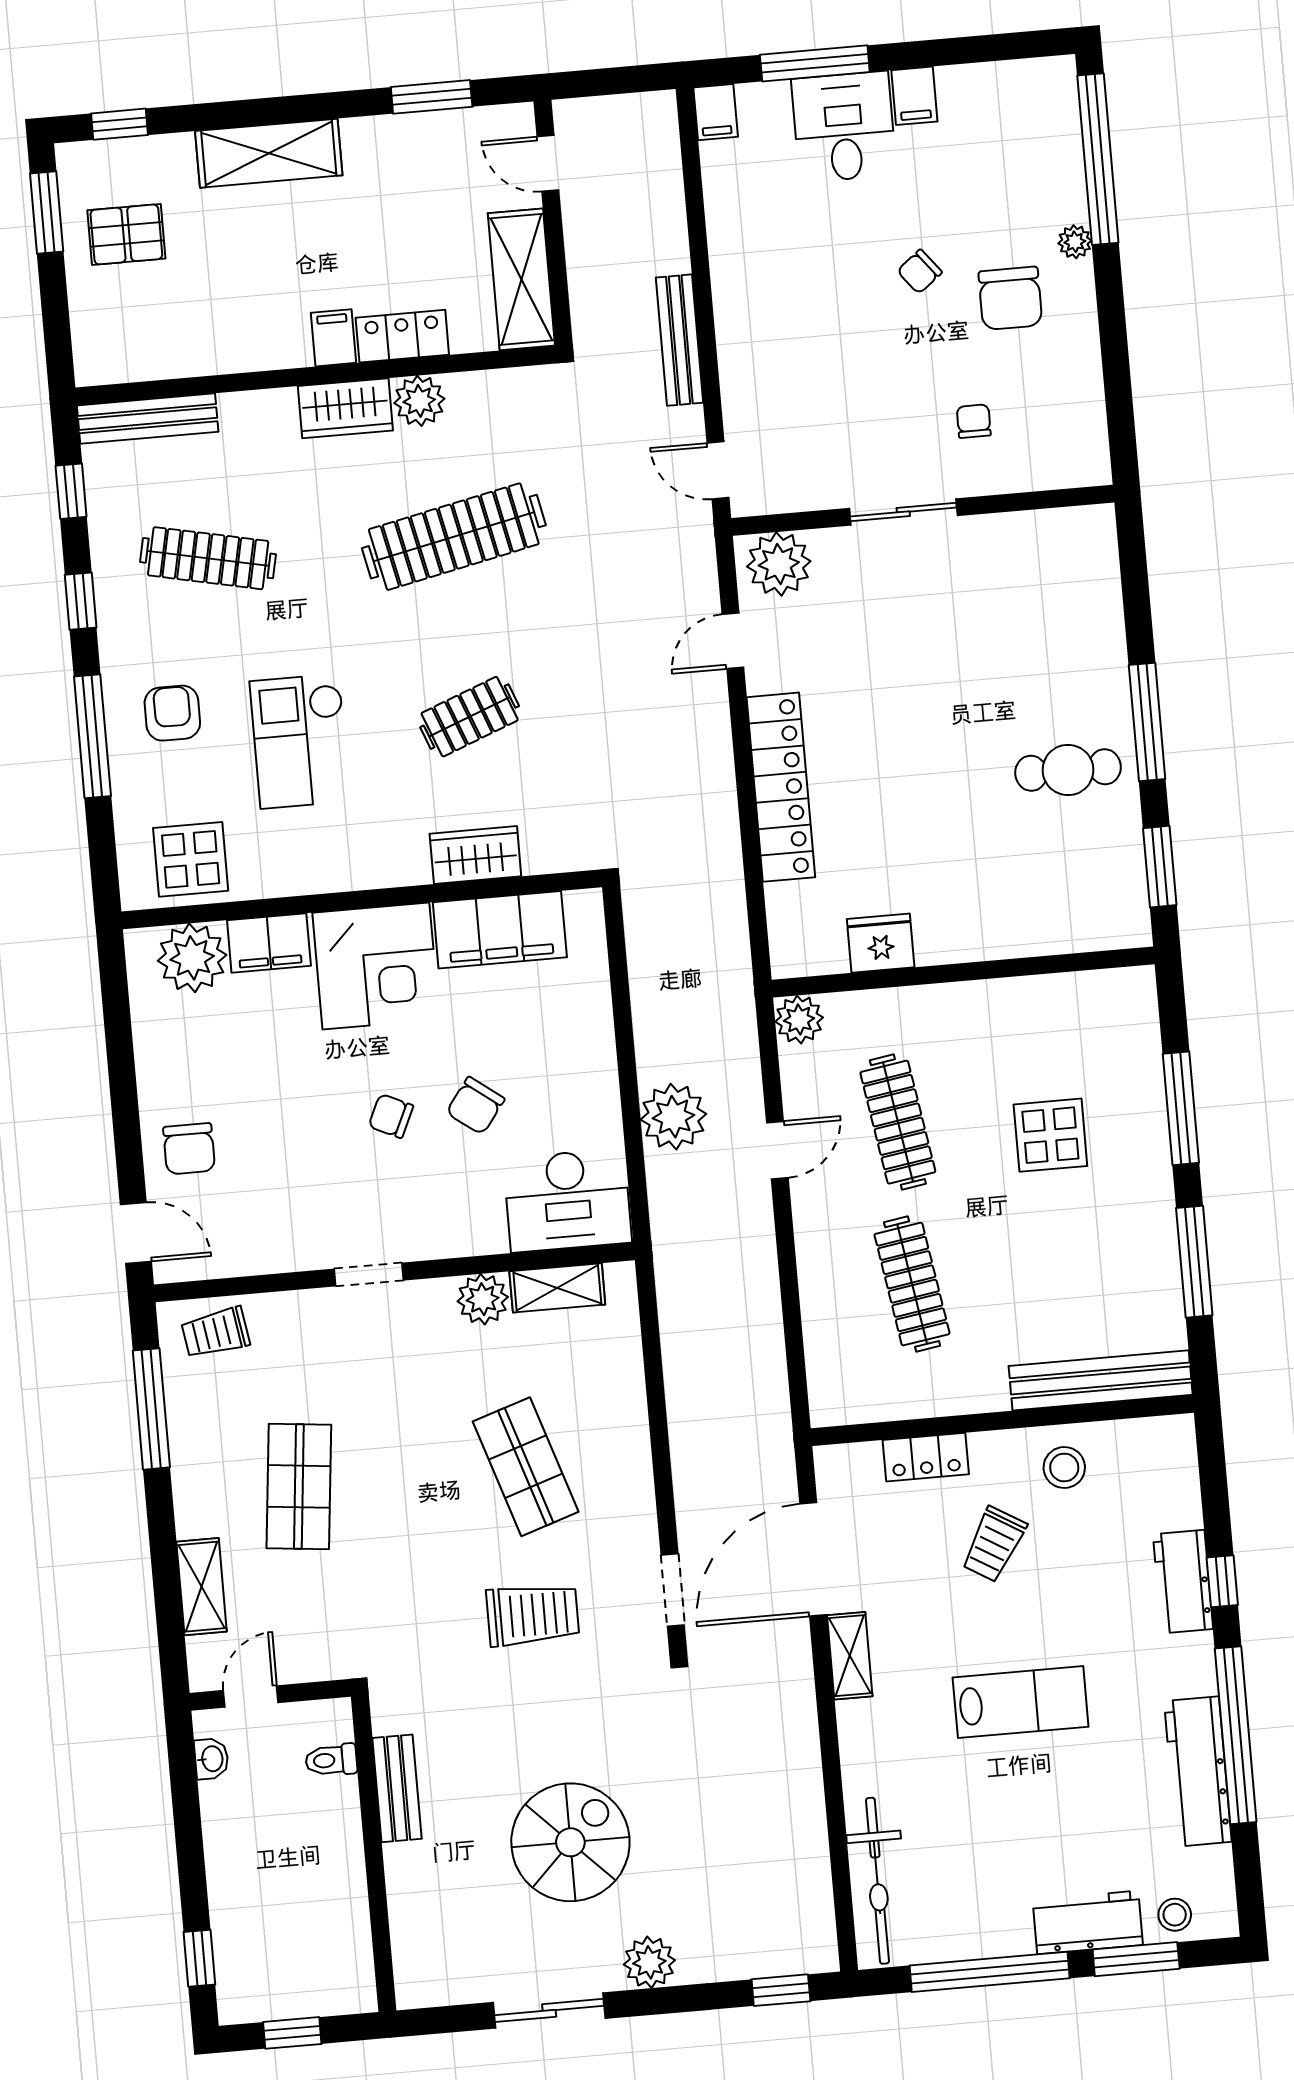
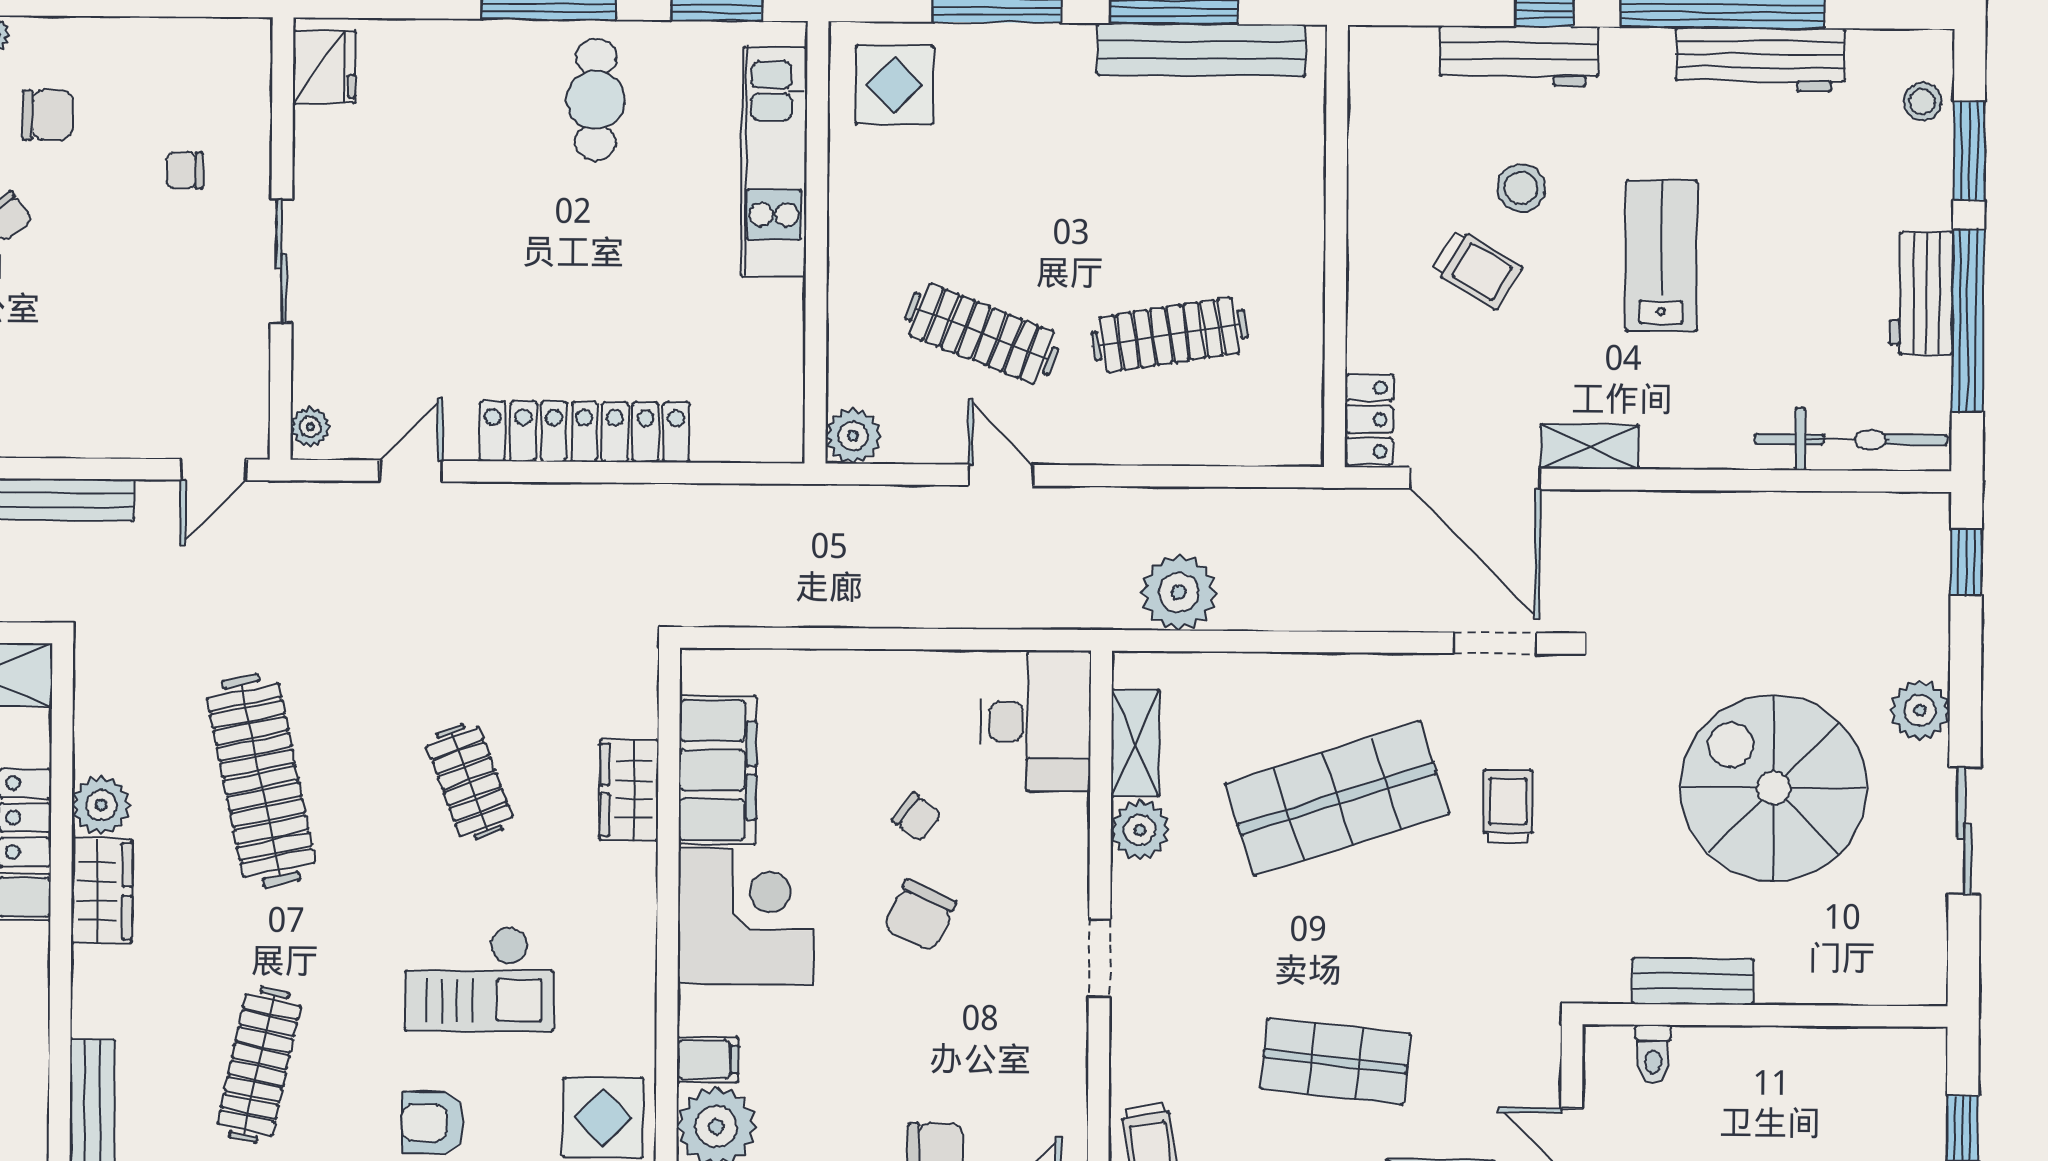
chair: (1010, 298) -> (48, 115), width x0.73, depth x0.73
plant: (779, 564) -> (310, 427), width x0.53, depth x0.53
door: (733, 641) -> (411, 471), swing flipped
kitchen unit: (1029, 929) -> (774, 162), added
filing cabinet: (269, 943) -> (708, 1060), width x0.50
fridge: (881, 943) -> (324, 67), moved, turned 180
chair: (475, 1106) -> (917, 817), width x0.73, depth x0.73
chair: (391, 1116) -> (920, 915), width x1.37, depth x1.37
plant: (673, 1117) -> (1179, 592), moved
clothes rail: (898, 1122) -> (982, 334), turned 30
display table: (1050, 1135) -> (895, 85), moved
bench: (1101, 1380) -> (1201, 50), moved, turned 90
locker: (926, 1457) -> (1369, 420), moved
shop shelf: (526, 1467) -> (1337, 799), width x1.43, depth x1.36
stool: (1064, 1468) -> (1521, 188), moved
workbench: (1183, 1582) -> (1519, 56), width x1.38
trolley: (533, 1615) -> (1508, 807), width x0.73, depth x0.72
spiral stairs: (570, 1842) -> (1774, 788), width x1.37, depth x1.37
workbench: (1088, 1922) -> (1921, 293), moved

